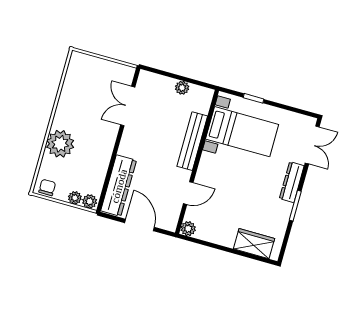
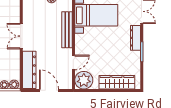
double door: (128, 106) -> (21, 36), moved
plant: (188, 229) -> (84, 80), width x1.88, depth x1.88
wardrobe: (254, 244) -> (117, 82), width x1.50

